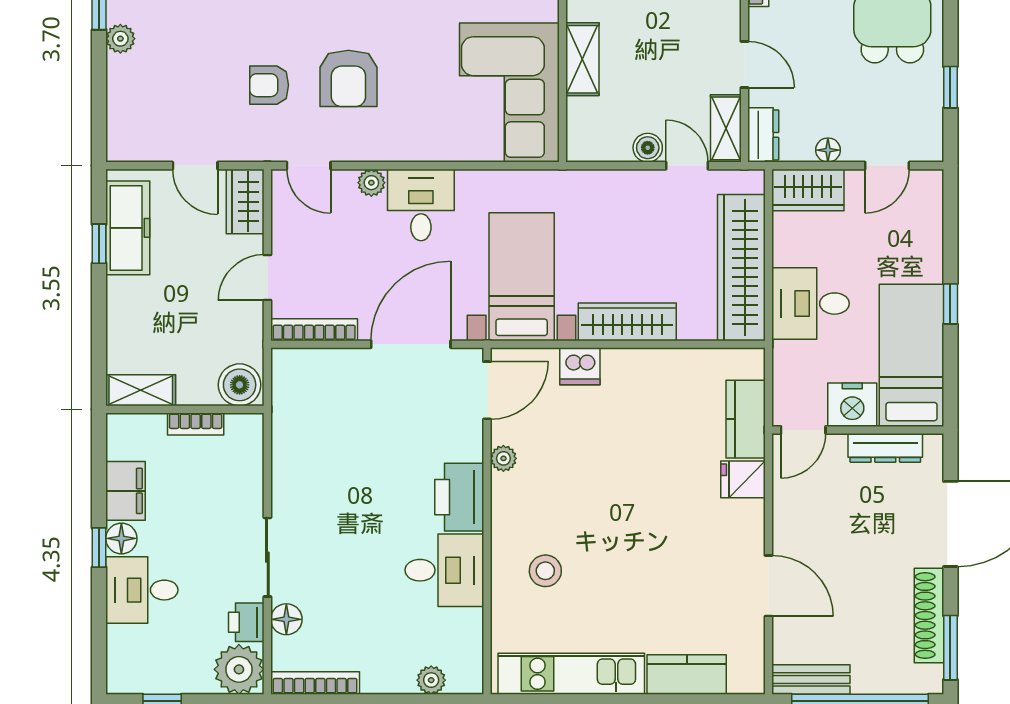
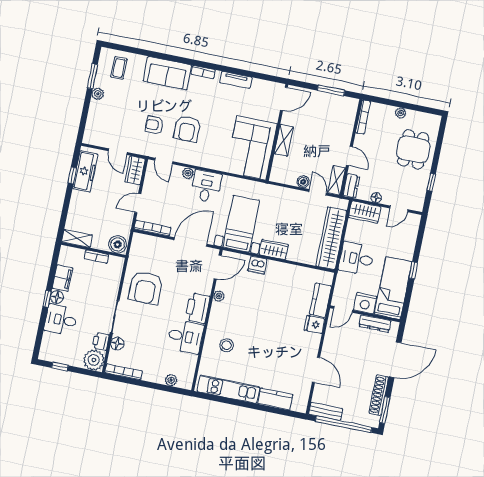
wardrobe: (627, 322) -> (274, 249), width x0.67
armchair: (326, 474) -> (146, 288), added

